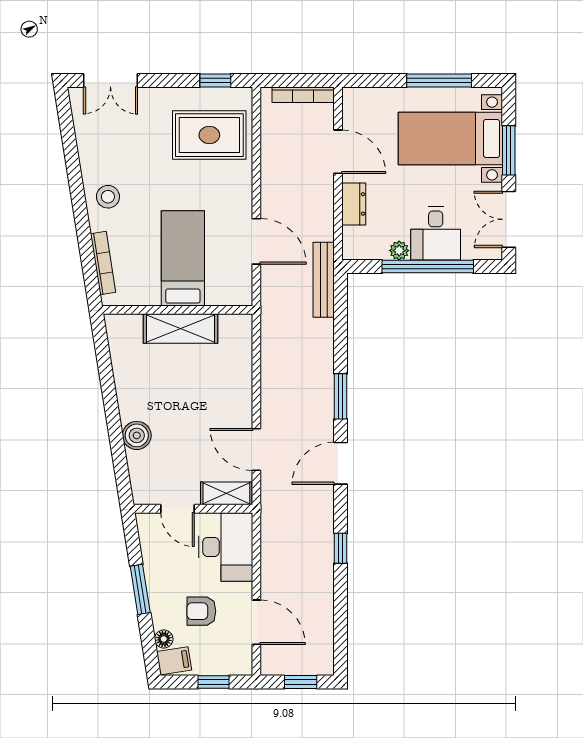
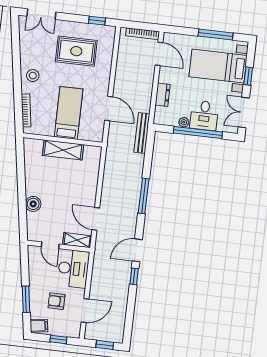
rug: (209, 135) -> (76, 51), moved
window: (509, 150) -> (248, 76), width x0.67
door: (338, 152) -> (159, 54), moved
window: (341, 396) -> (144, 196), width x1.44
door: (341, 463) -> (137, 250), moved
window: (140, 589) -> (26, 299), moved
door: (256, 622) -> (85, 310), hinge flipped
floor lamp: (164, 639) -> (35, 314), removed

